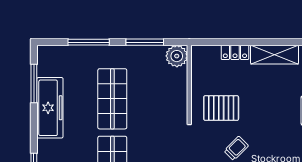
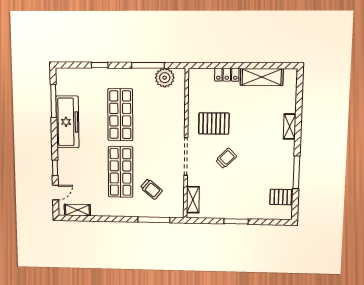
window: (89, 42) -> (100, 65), width x0.46
plant: (177, 56) -> (165, 78), moved

